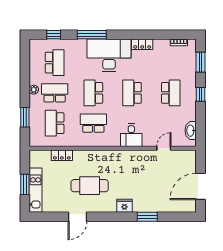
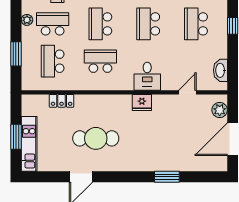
school desk: (171, 93) -> (196, 24), turned 180
plant: (190, 163) -> (220, 110), added
fridge: (124, 206) -> (142, 103), moved, turned 180

